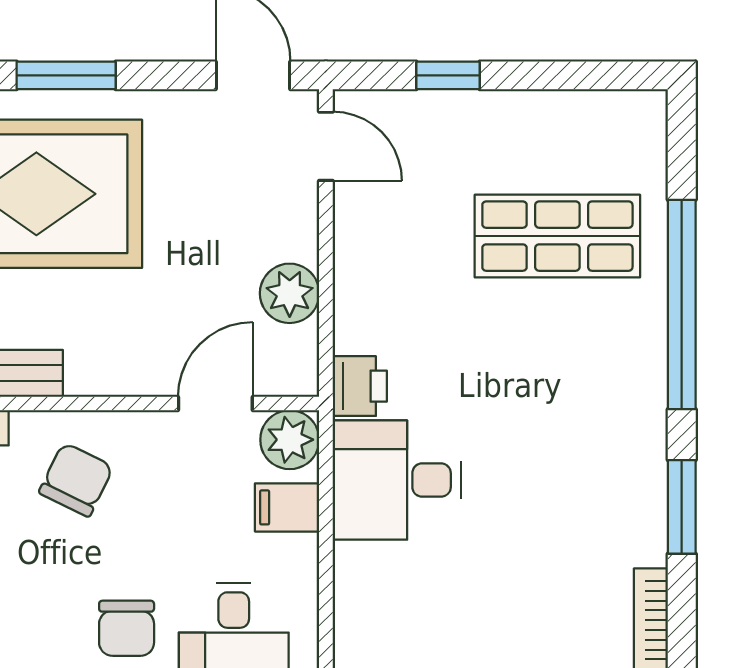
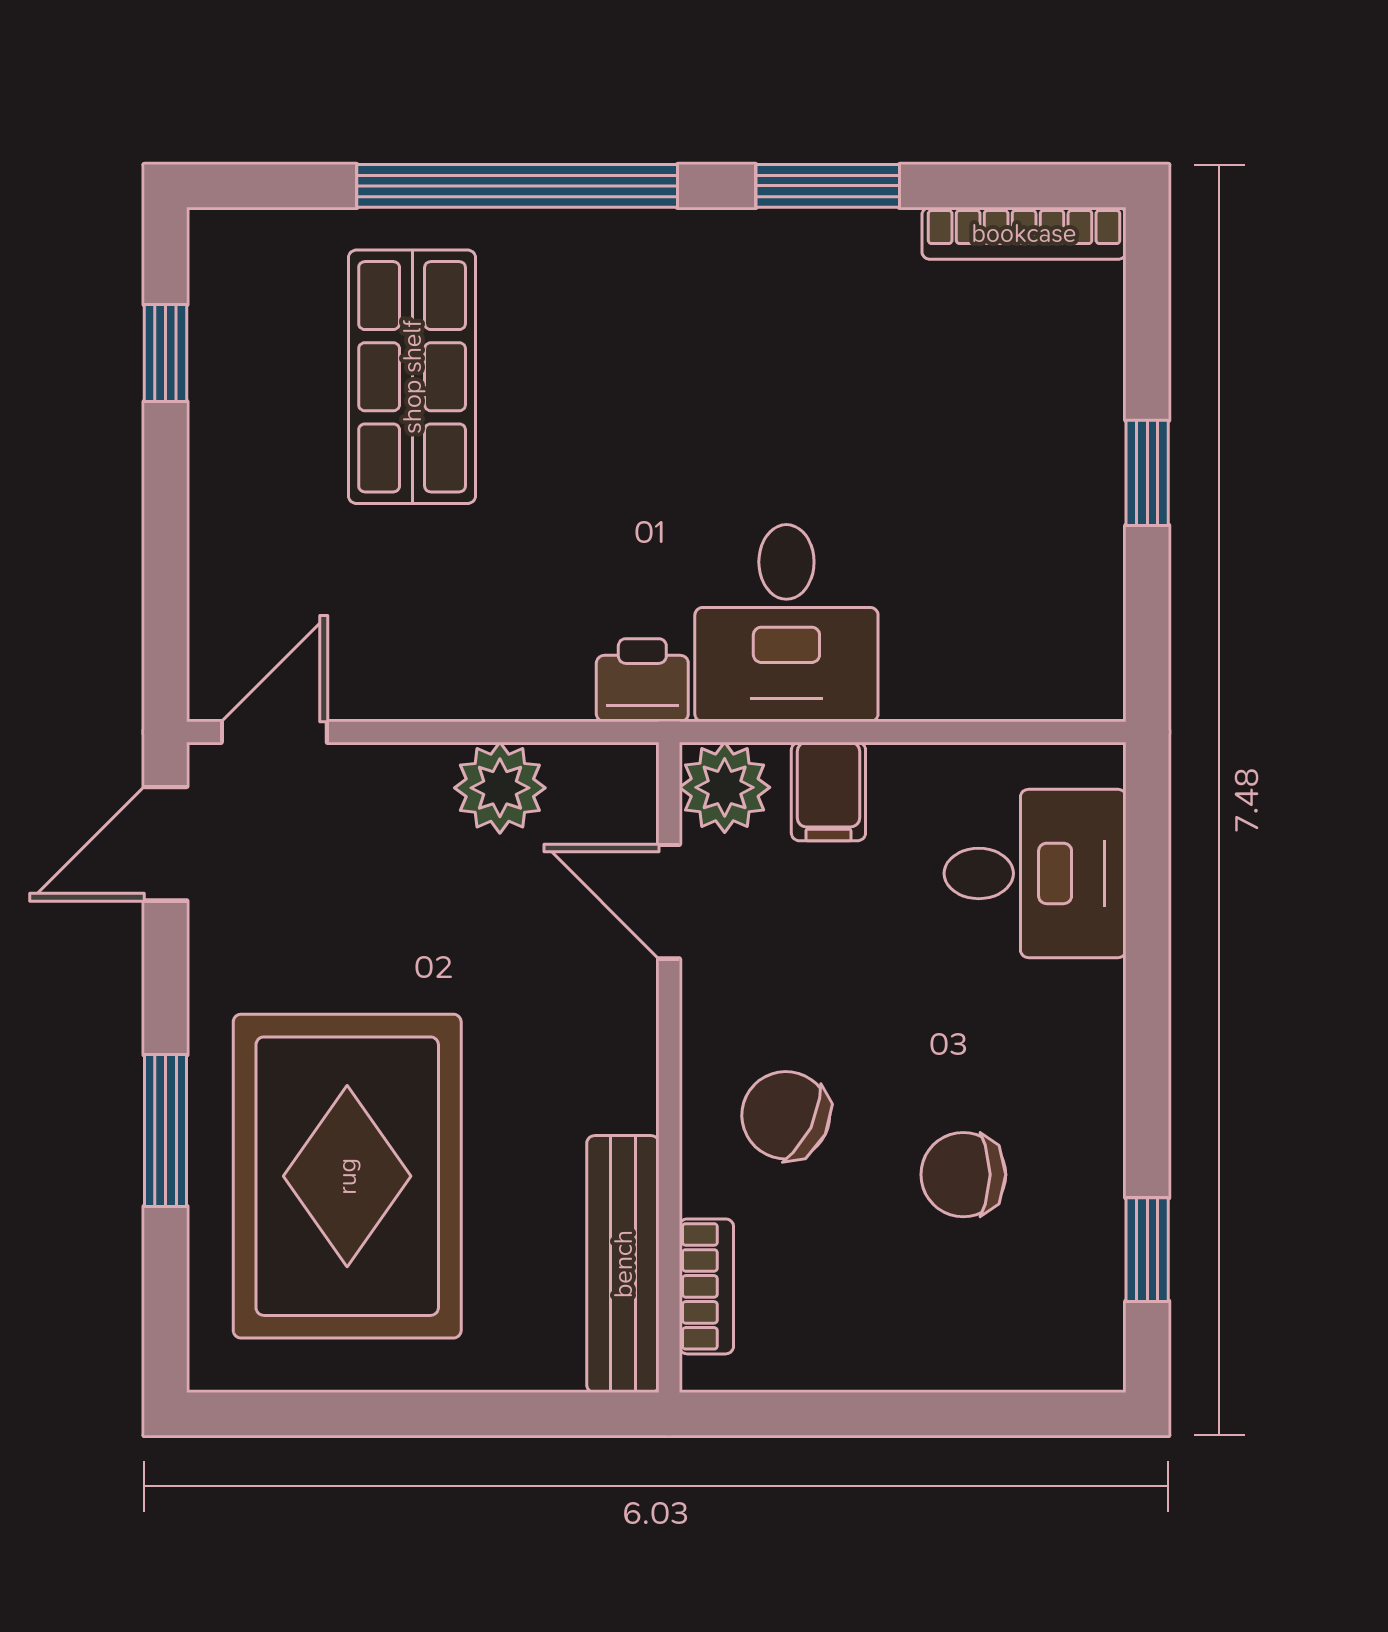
window: (448, 75) -> (165, 353), moved
chair: (127, 628) -> (963, 1175), moved, turned 180

